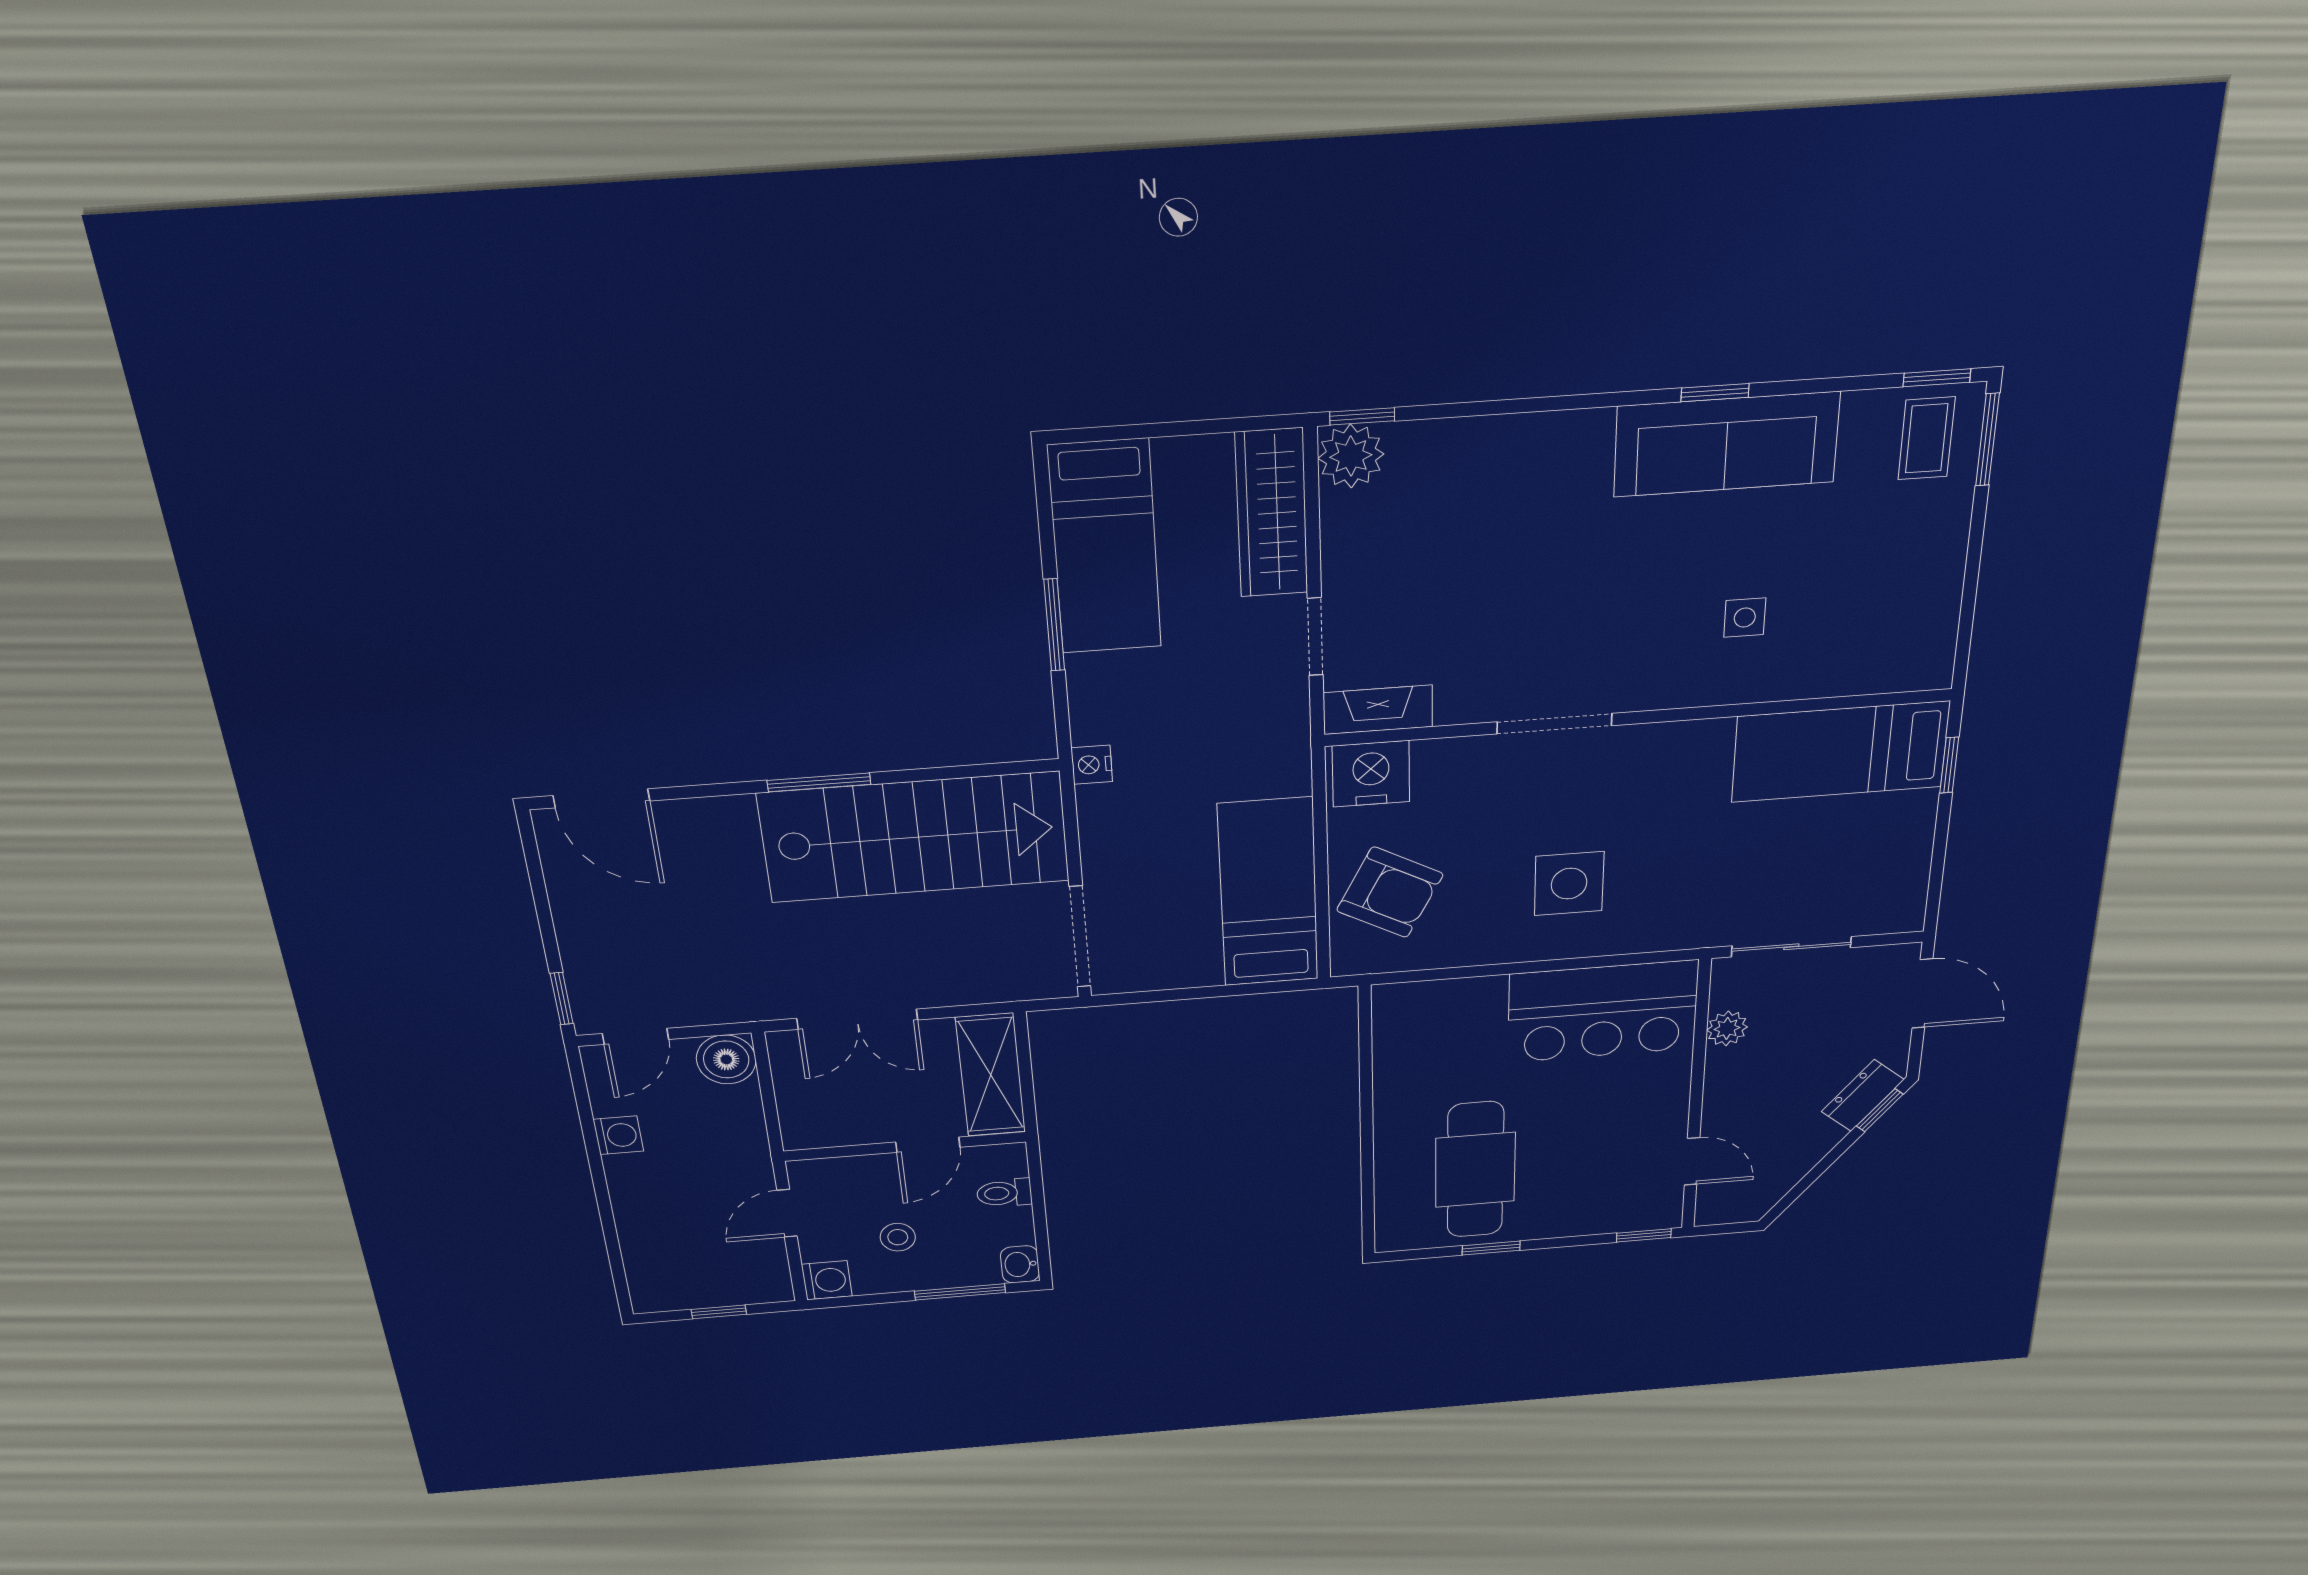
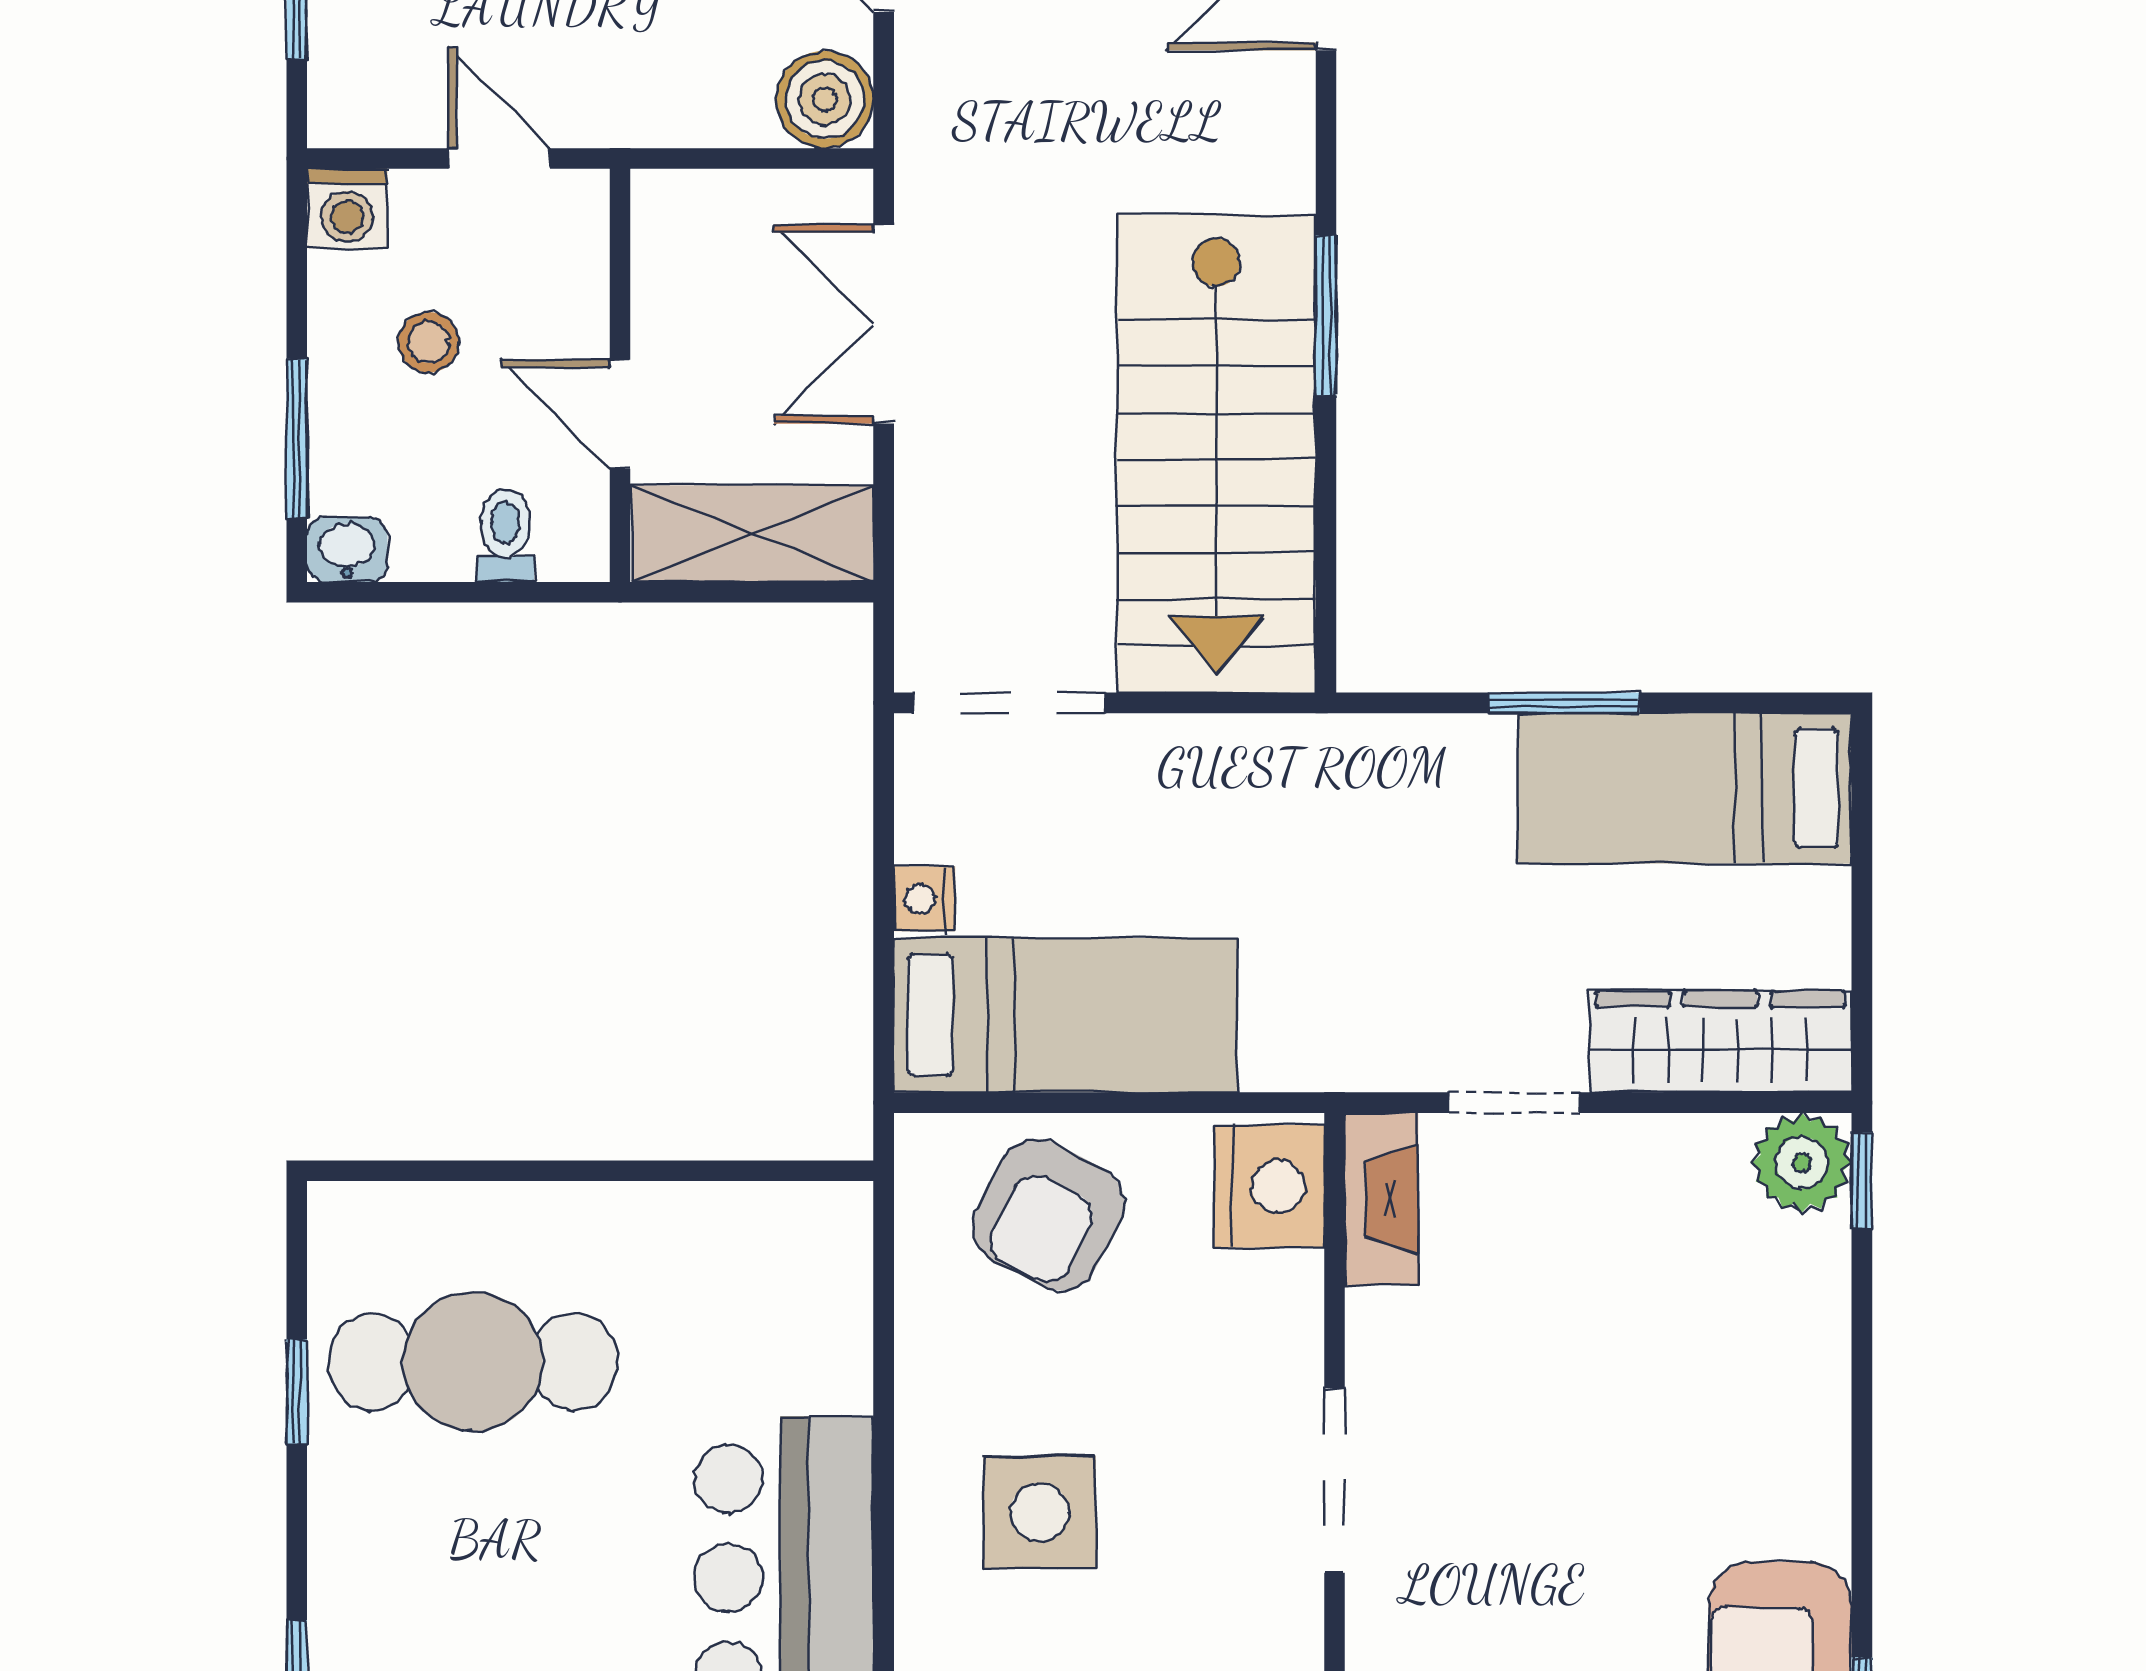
nightstand: (1092, 765) -> (925, 899), moved, turned -90

